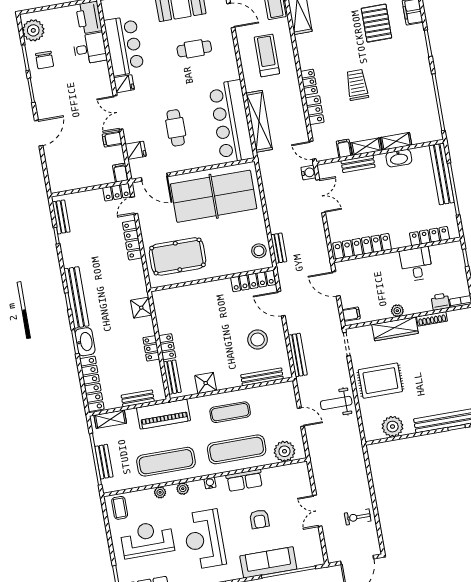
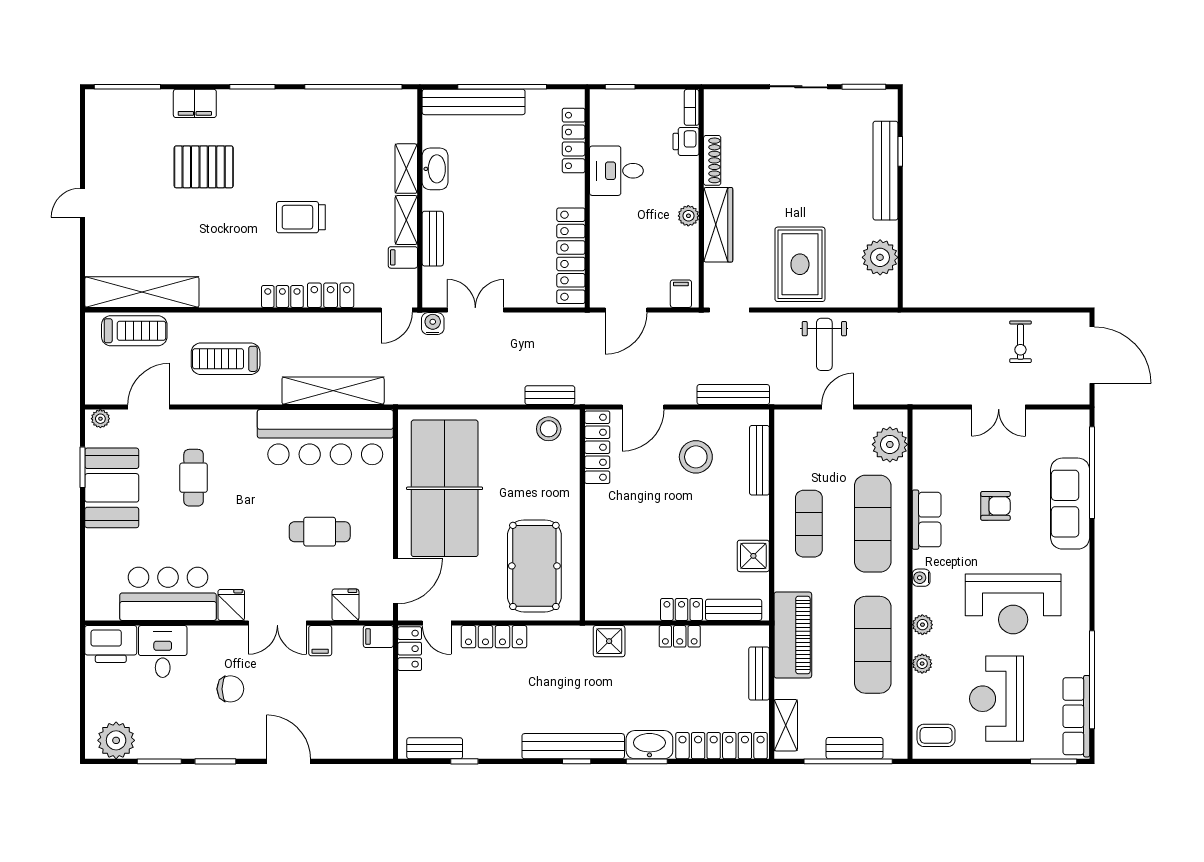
chair: (45, 60) -> (230, 689), moved

